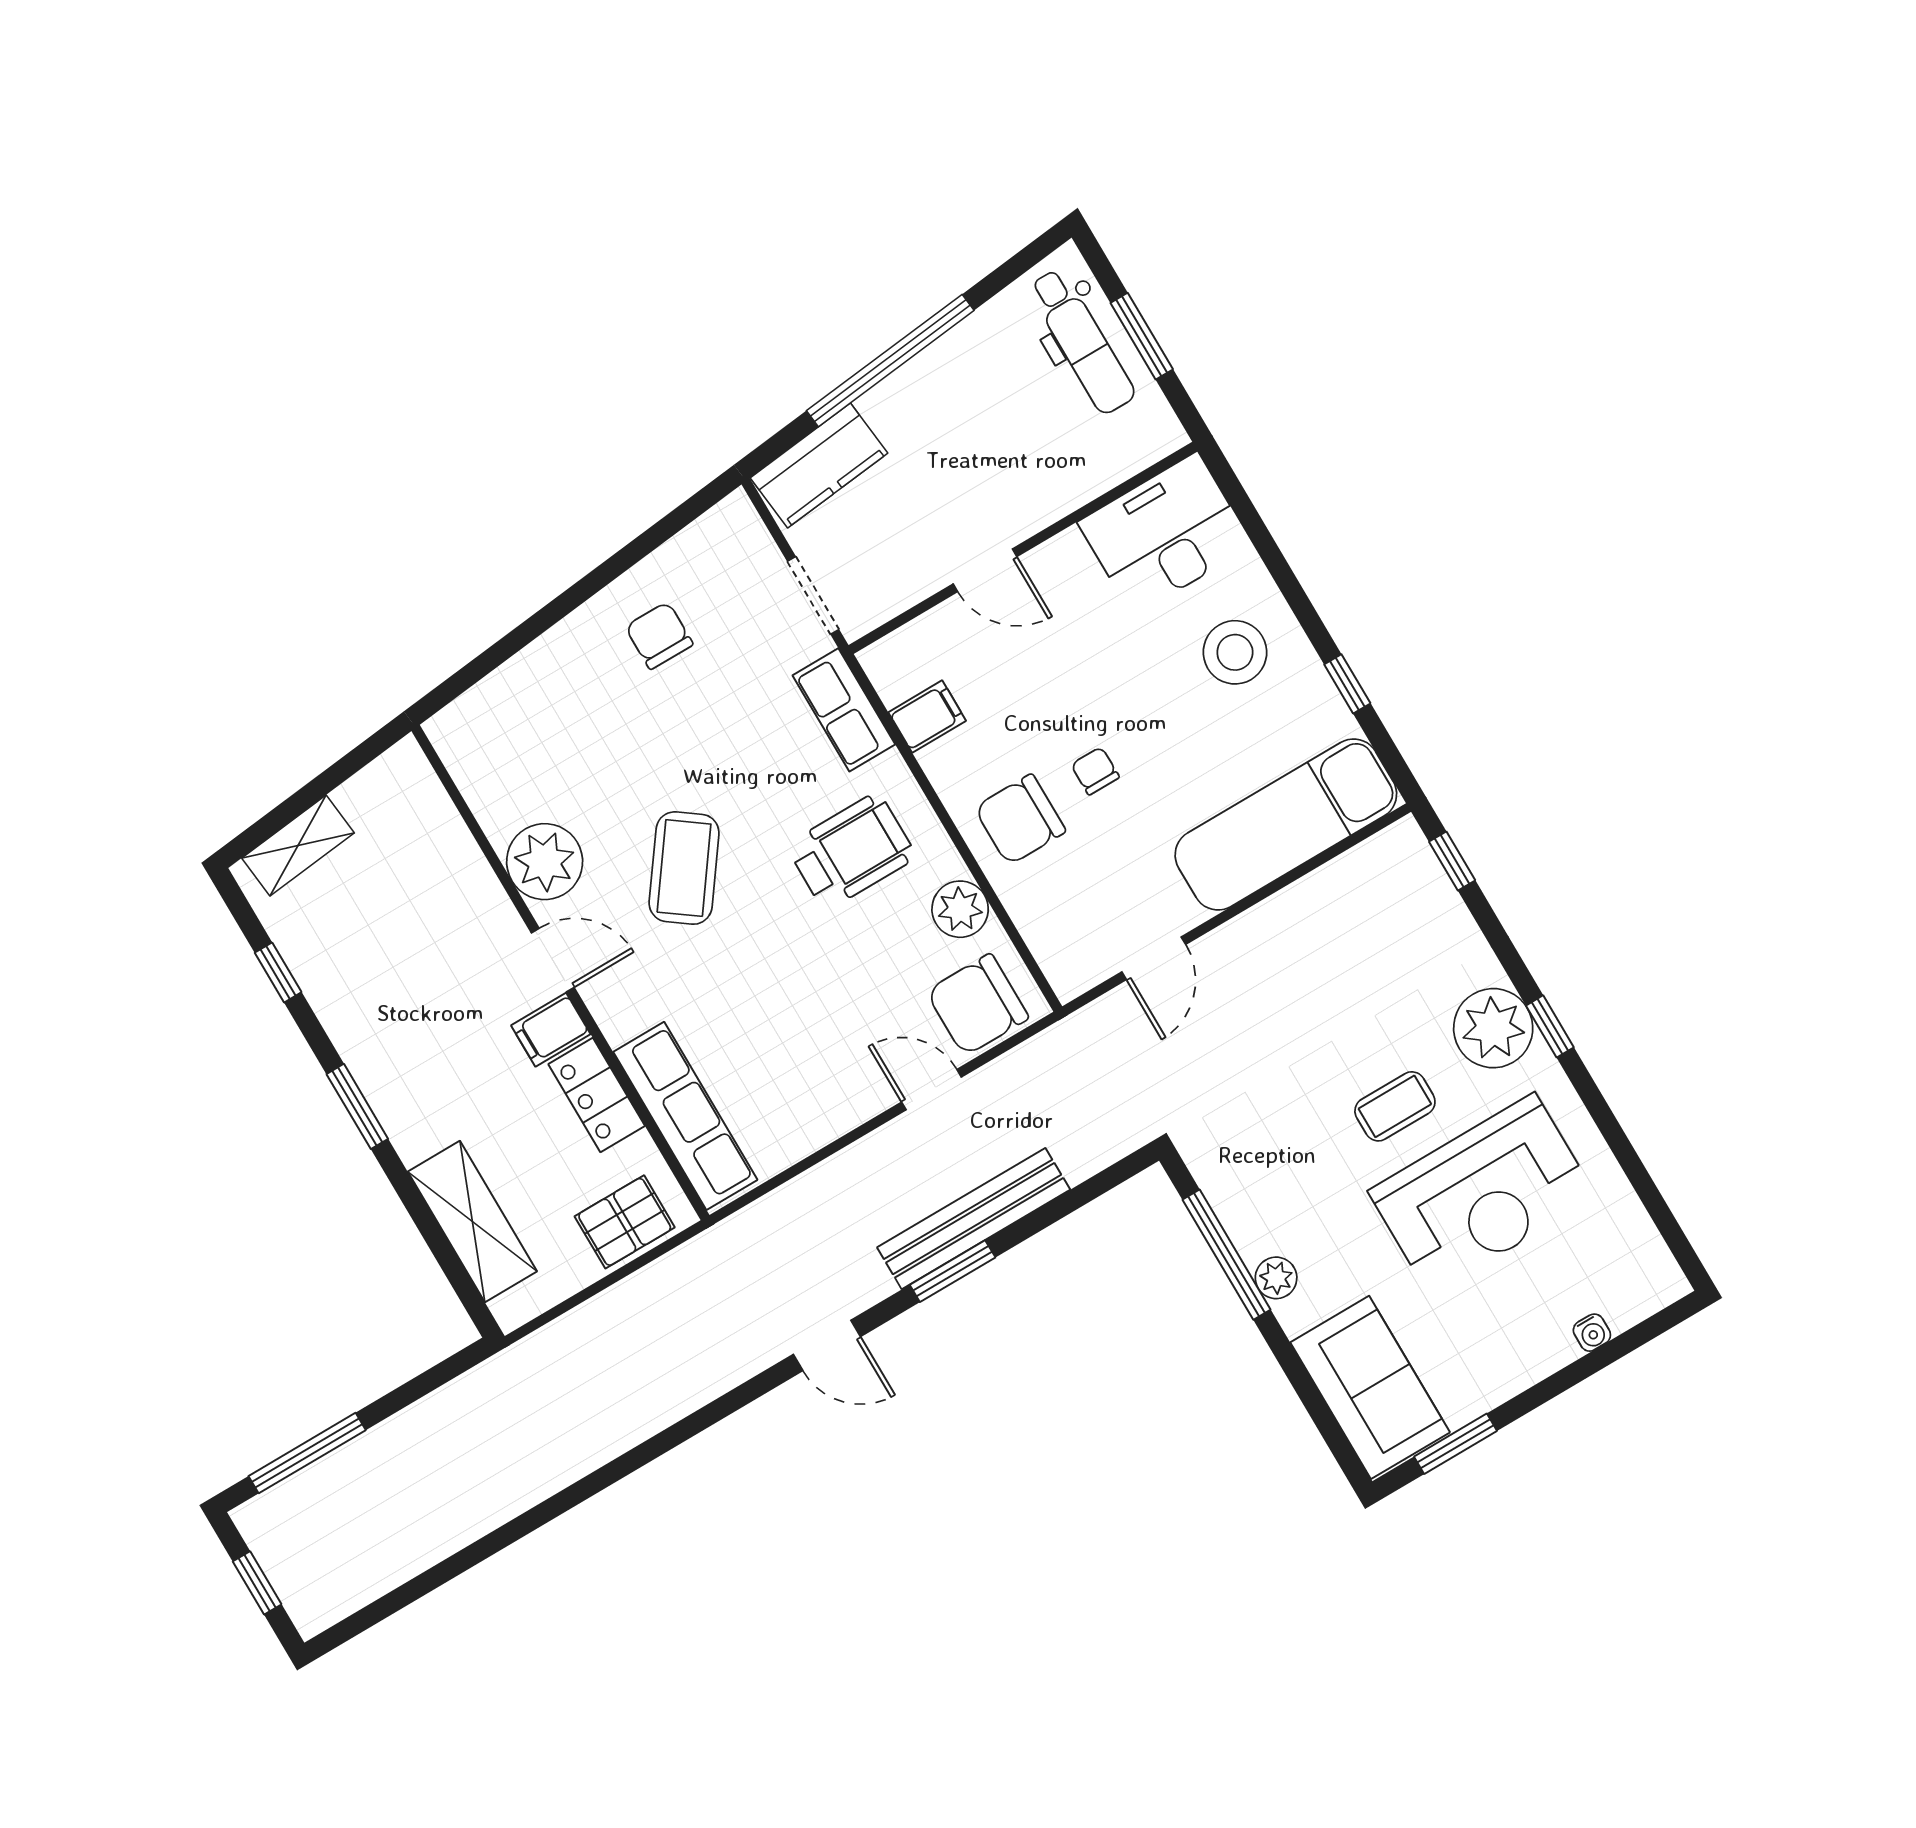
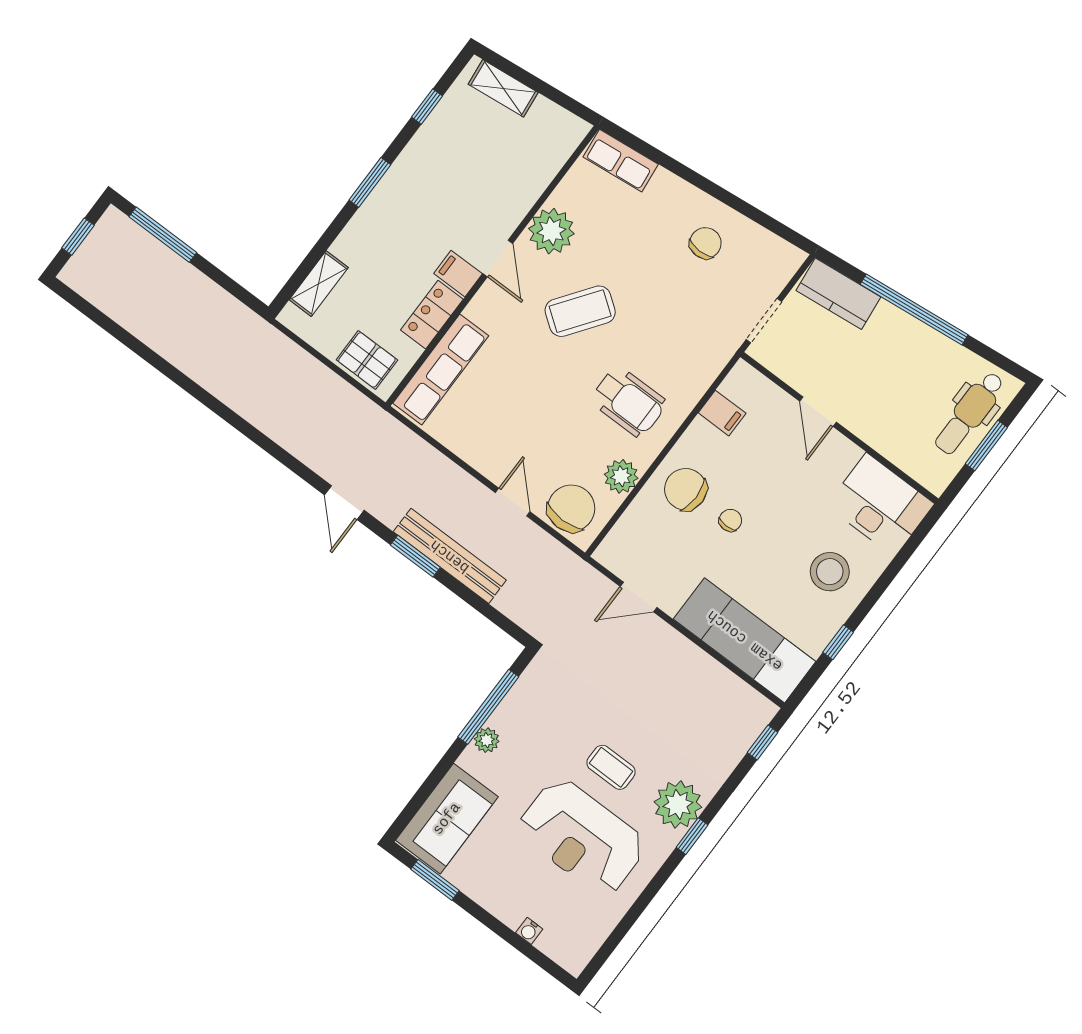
row of seats: (844, 710) -> (621, 161), moved, turned -96
chair: (977, 1005) -> (571, 508), turned 90
shelving: (472, 1222) -> (319, 284), width x0.67, depth x0.75

